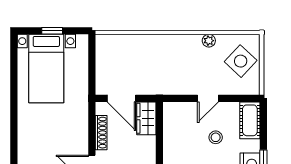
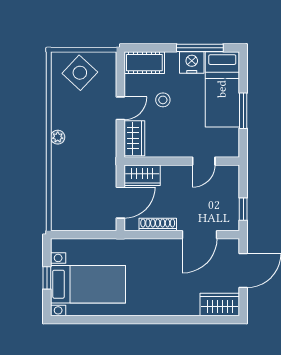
plant: (209, 41) -> (58, 137), moved
door: (208, 98) -> (120, 108), hinge flipped
wardrobe: (180, 111) -> (134, 138), added

